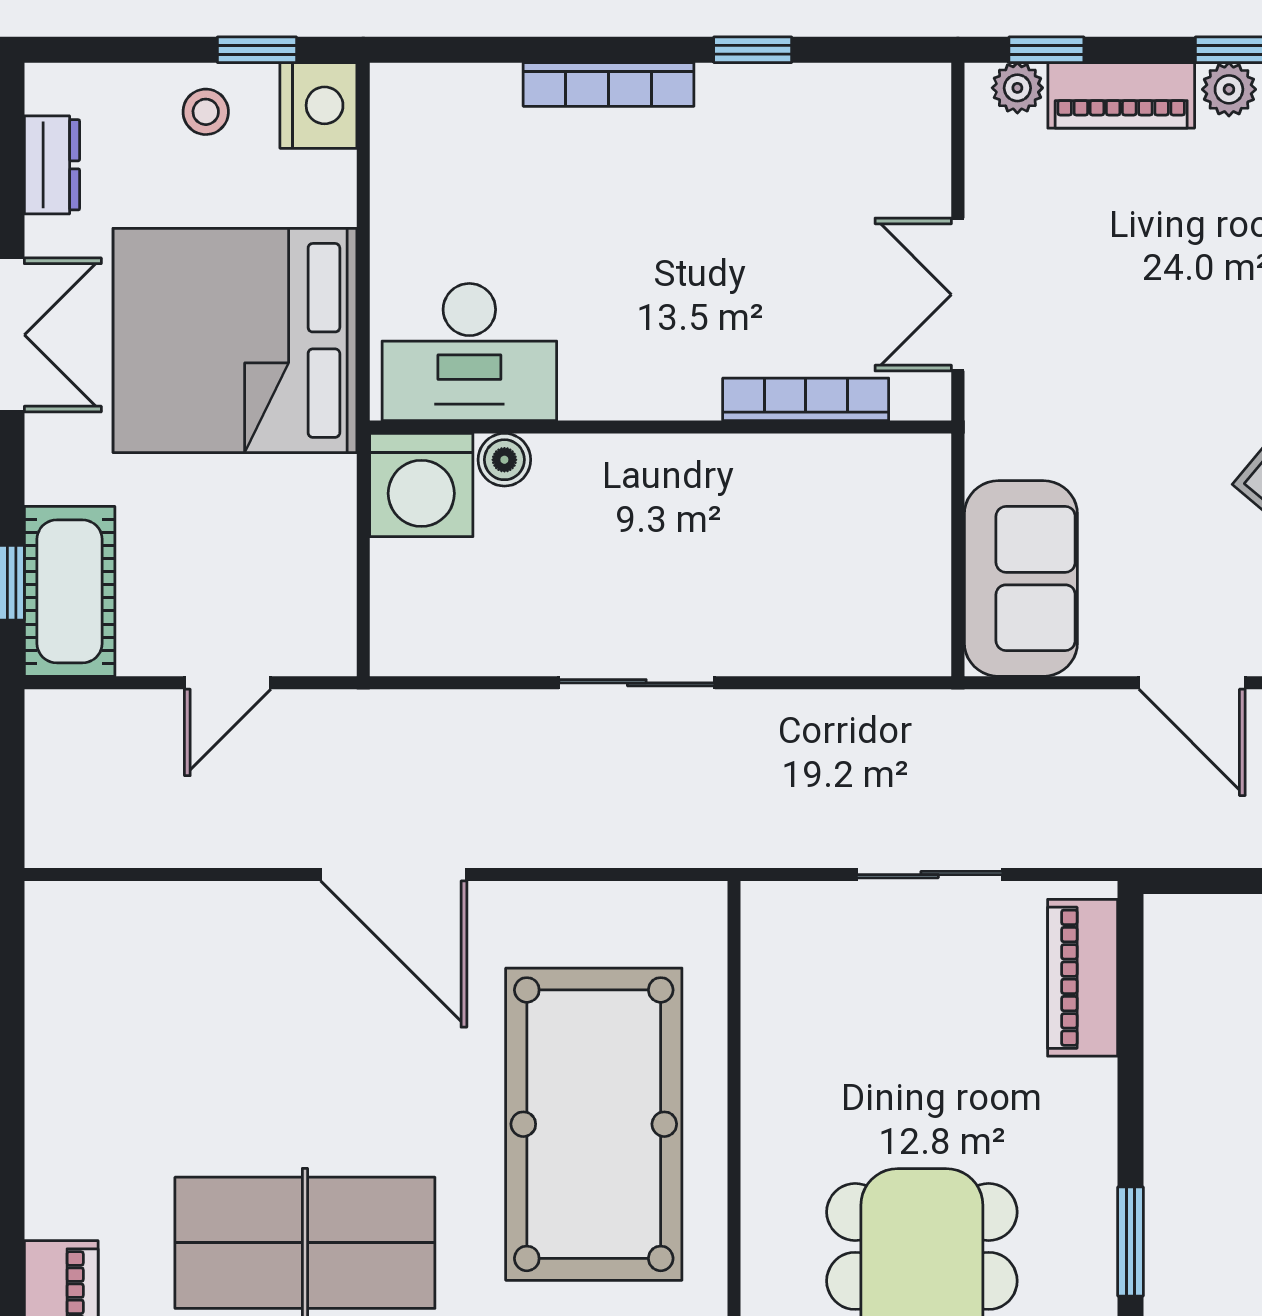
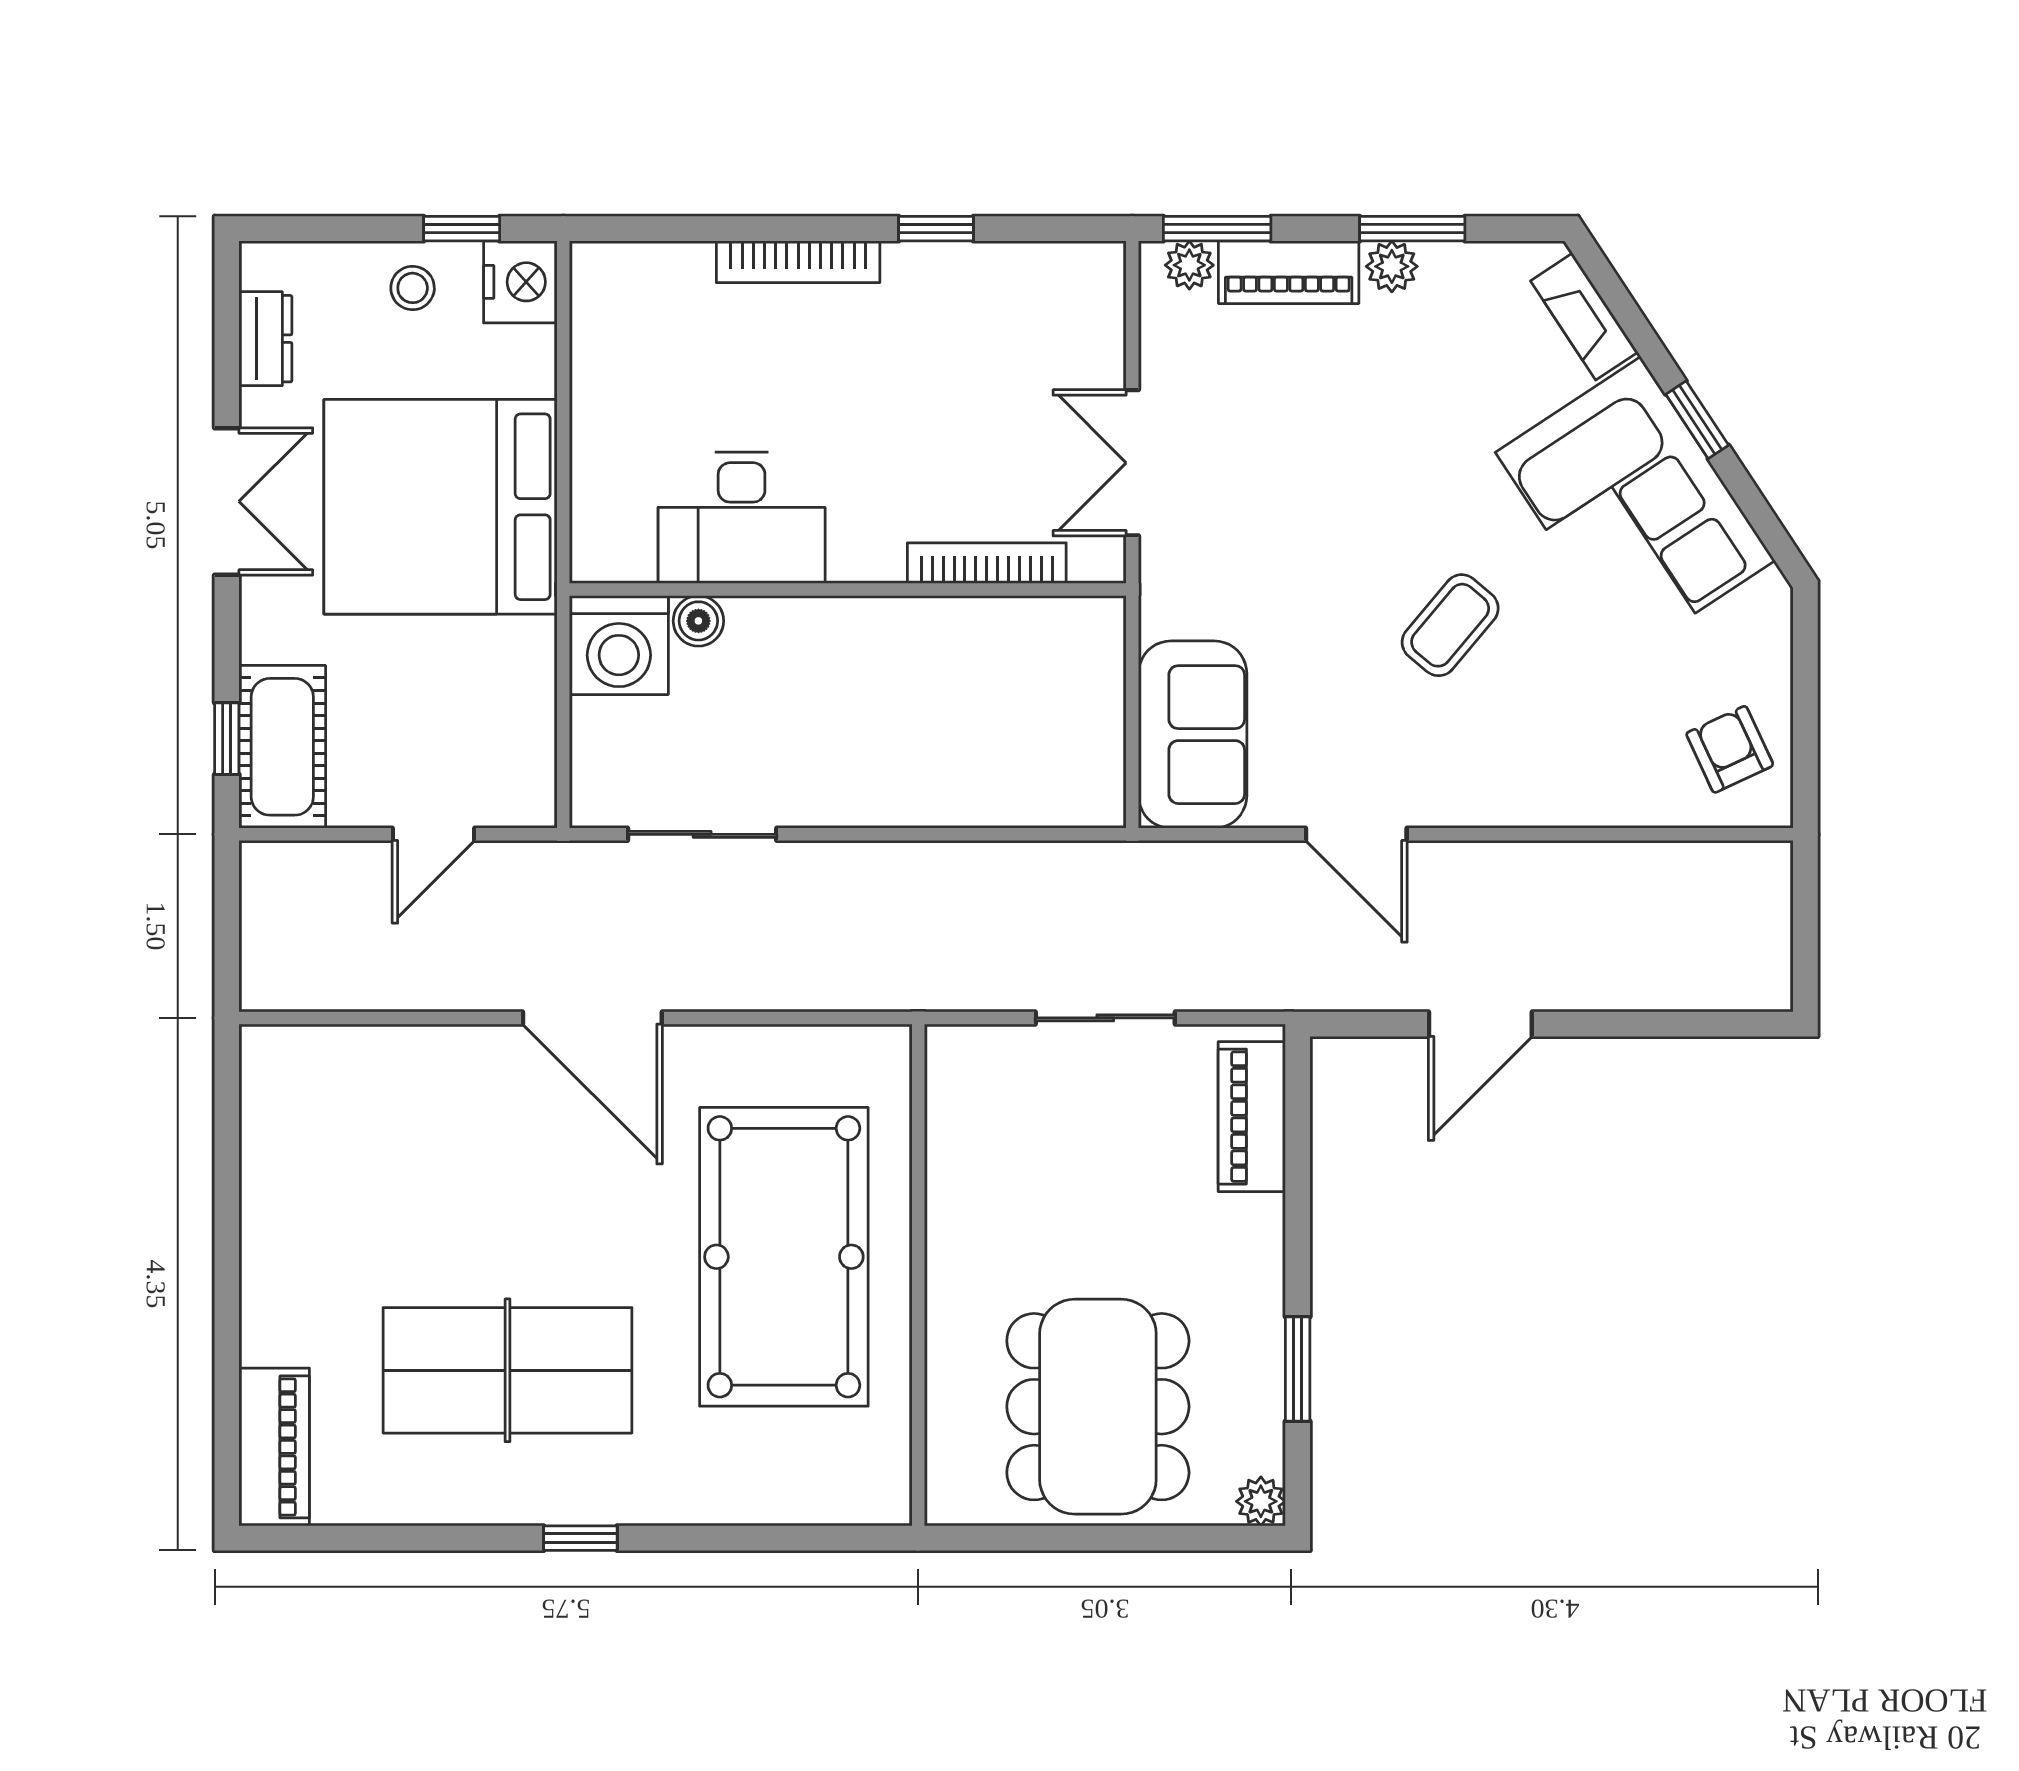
window: (1046, 50) -> (1217, 229), width x1.50
desk: (469, 352) -> (742, 518), moved
sliding door: (637, 683) -> (702, 834), moved

